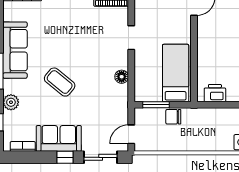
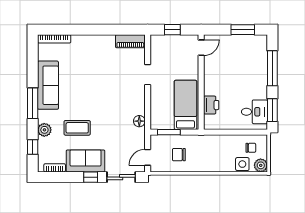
floor lamp: (122, 77) -> (139, 121), moved
coffee table: (60, 82) -> (77, 128), moved, turned -39
printer: (215, 93) -> (211, 105), moved, turned 90
chair: (173, 117) -> (179, 155), moved

